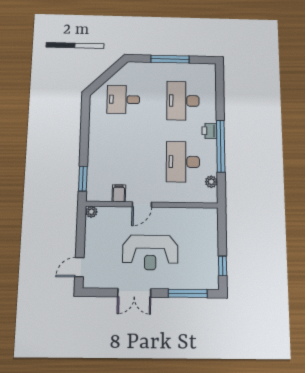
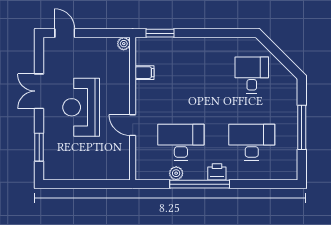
plant: (211, 182) -> (176, 173), moved
door: (142, 204) -> (133, 125), moved
window: (223, 266) -> (68, 184), removed
window: (188, 293) -> (39, 147), width x0.69

